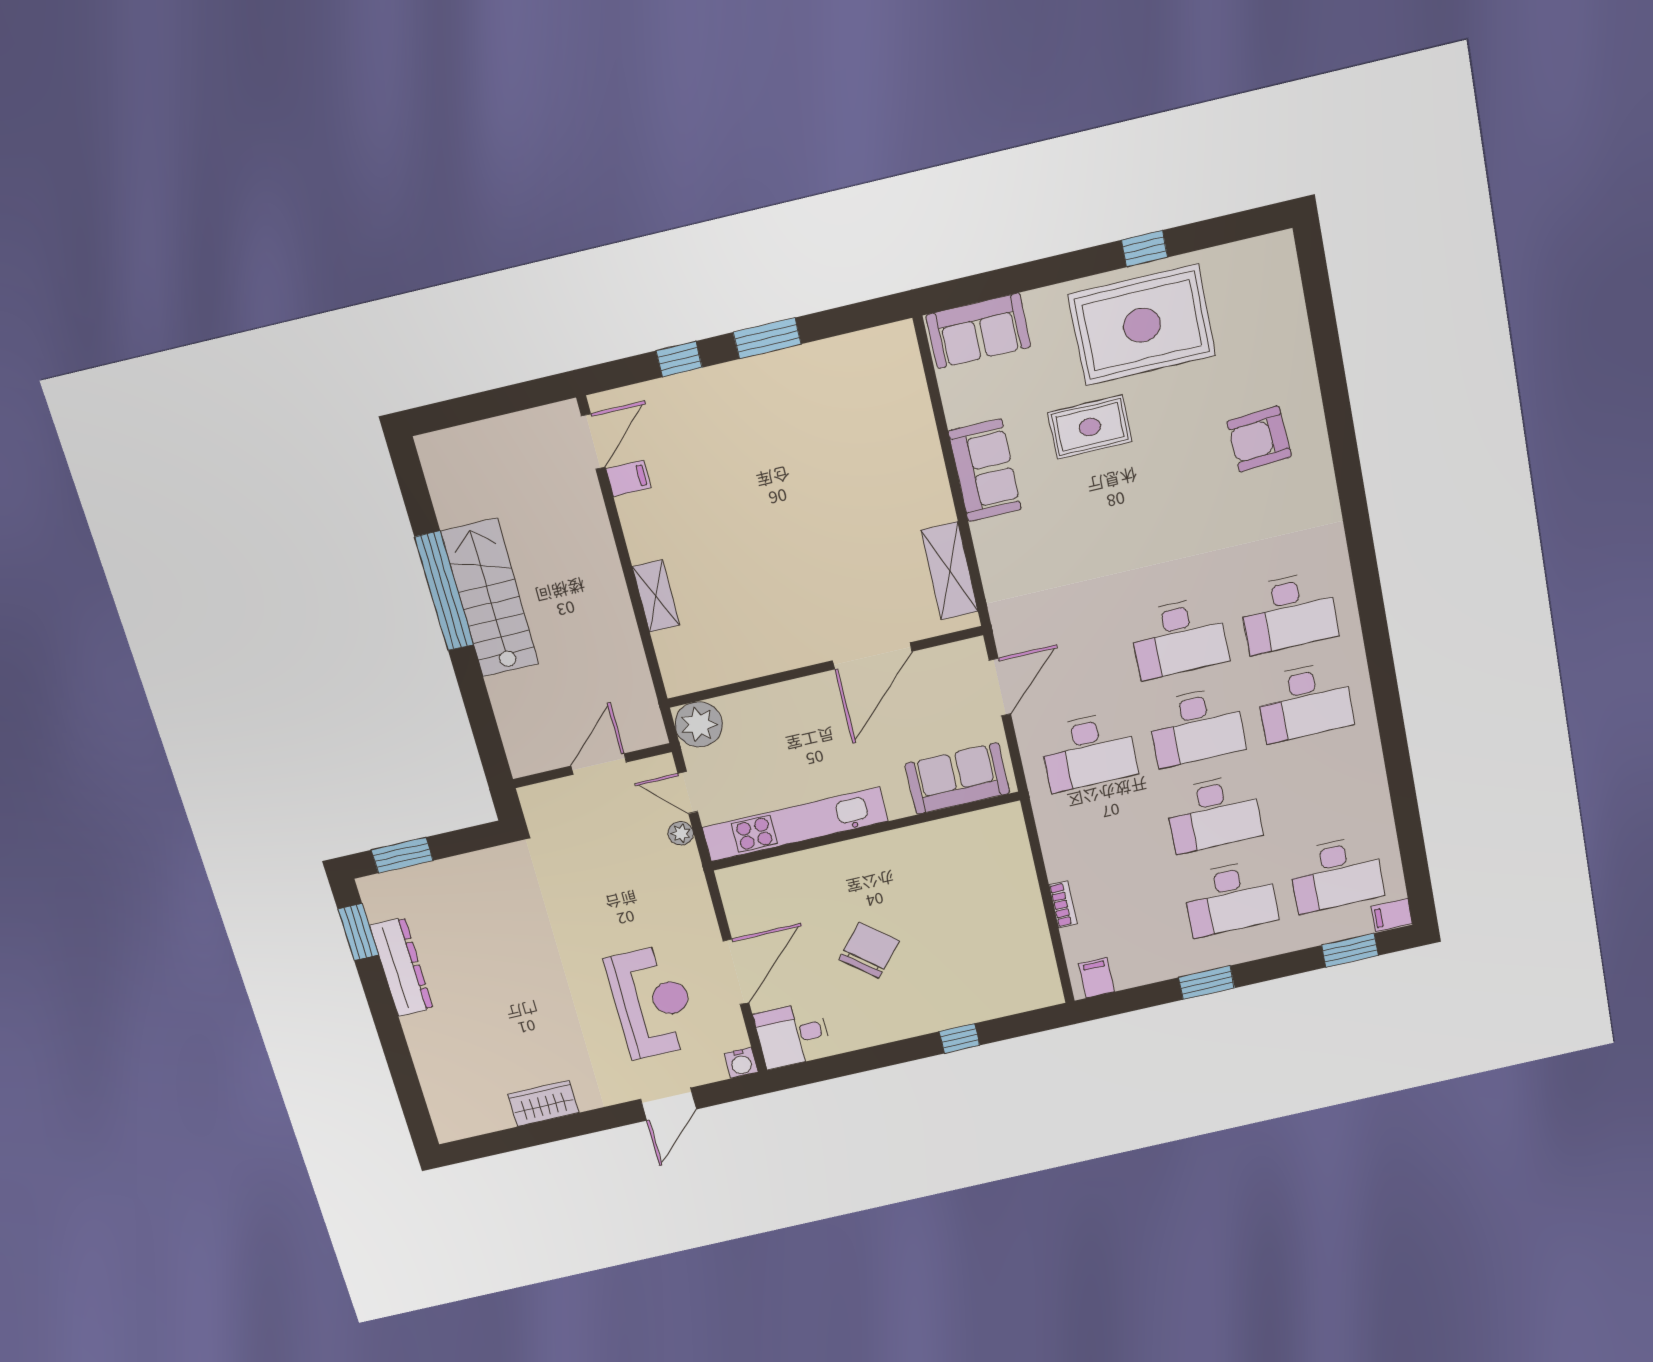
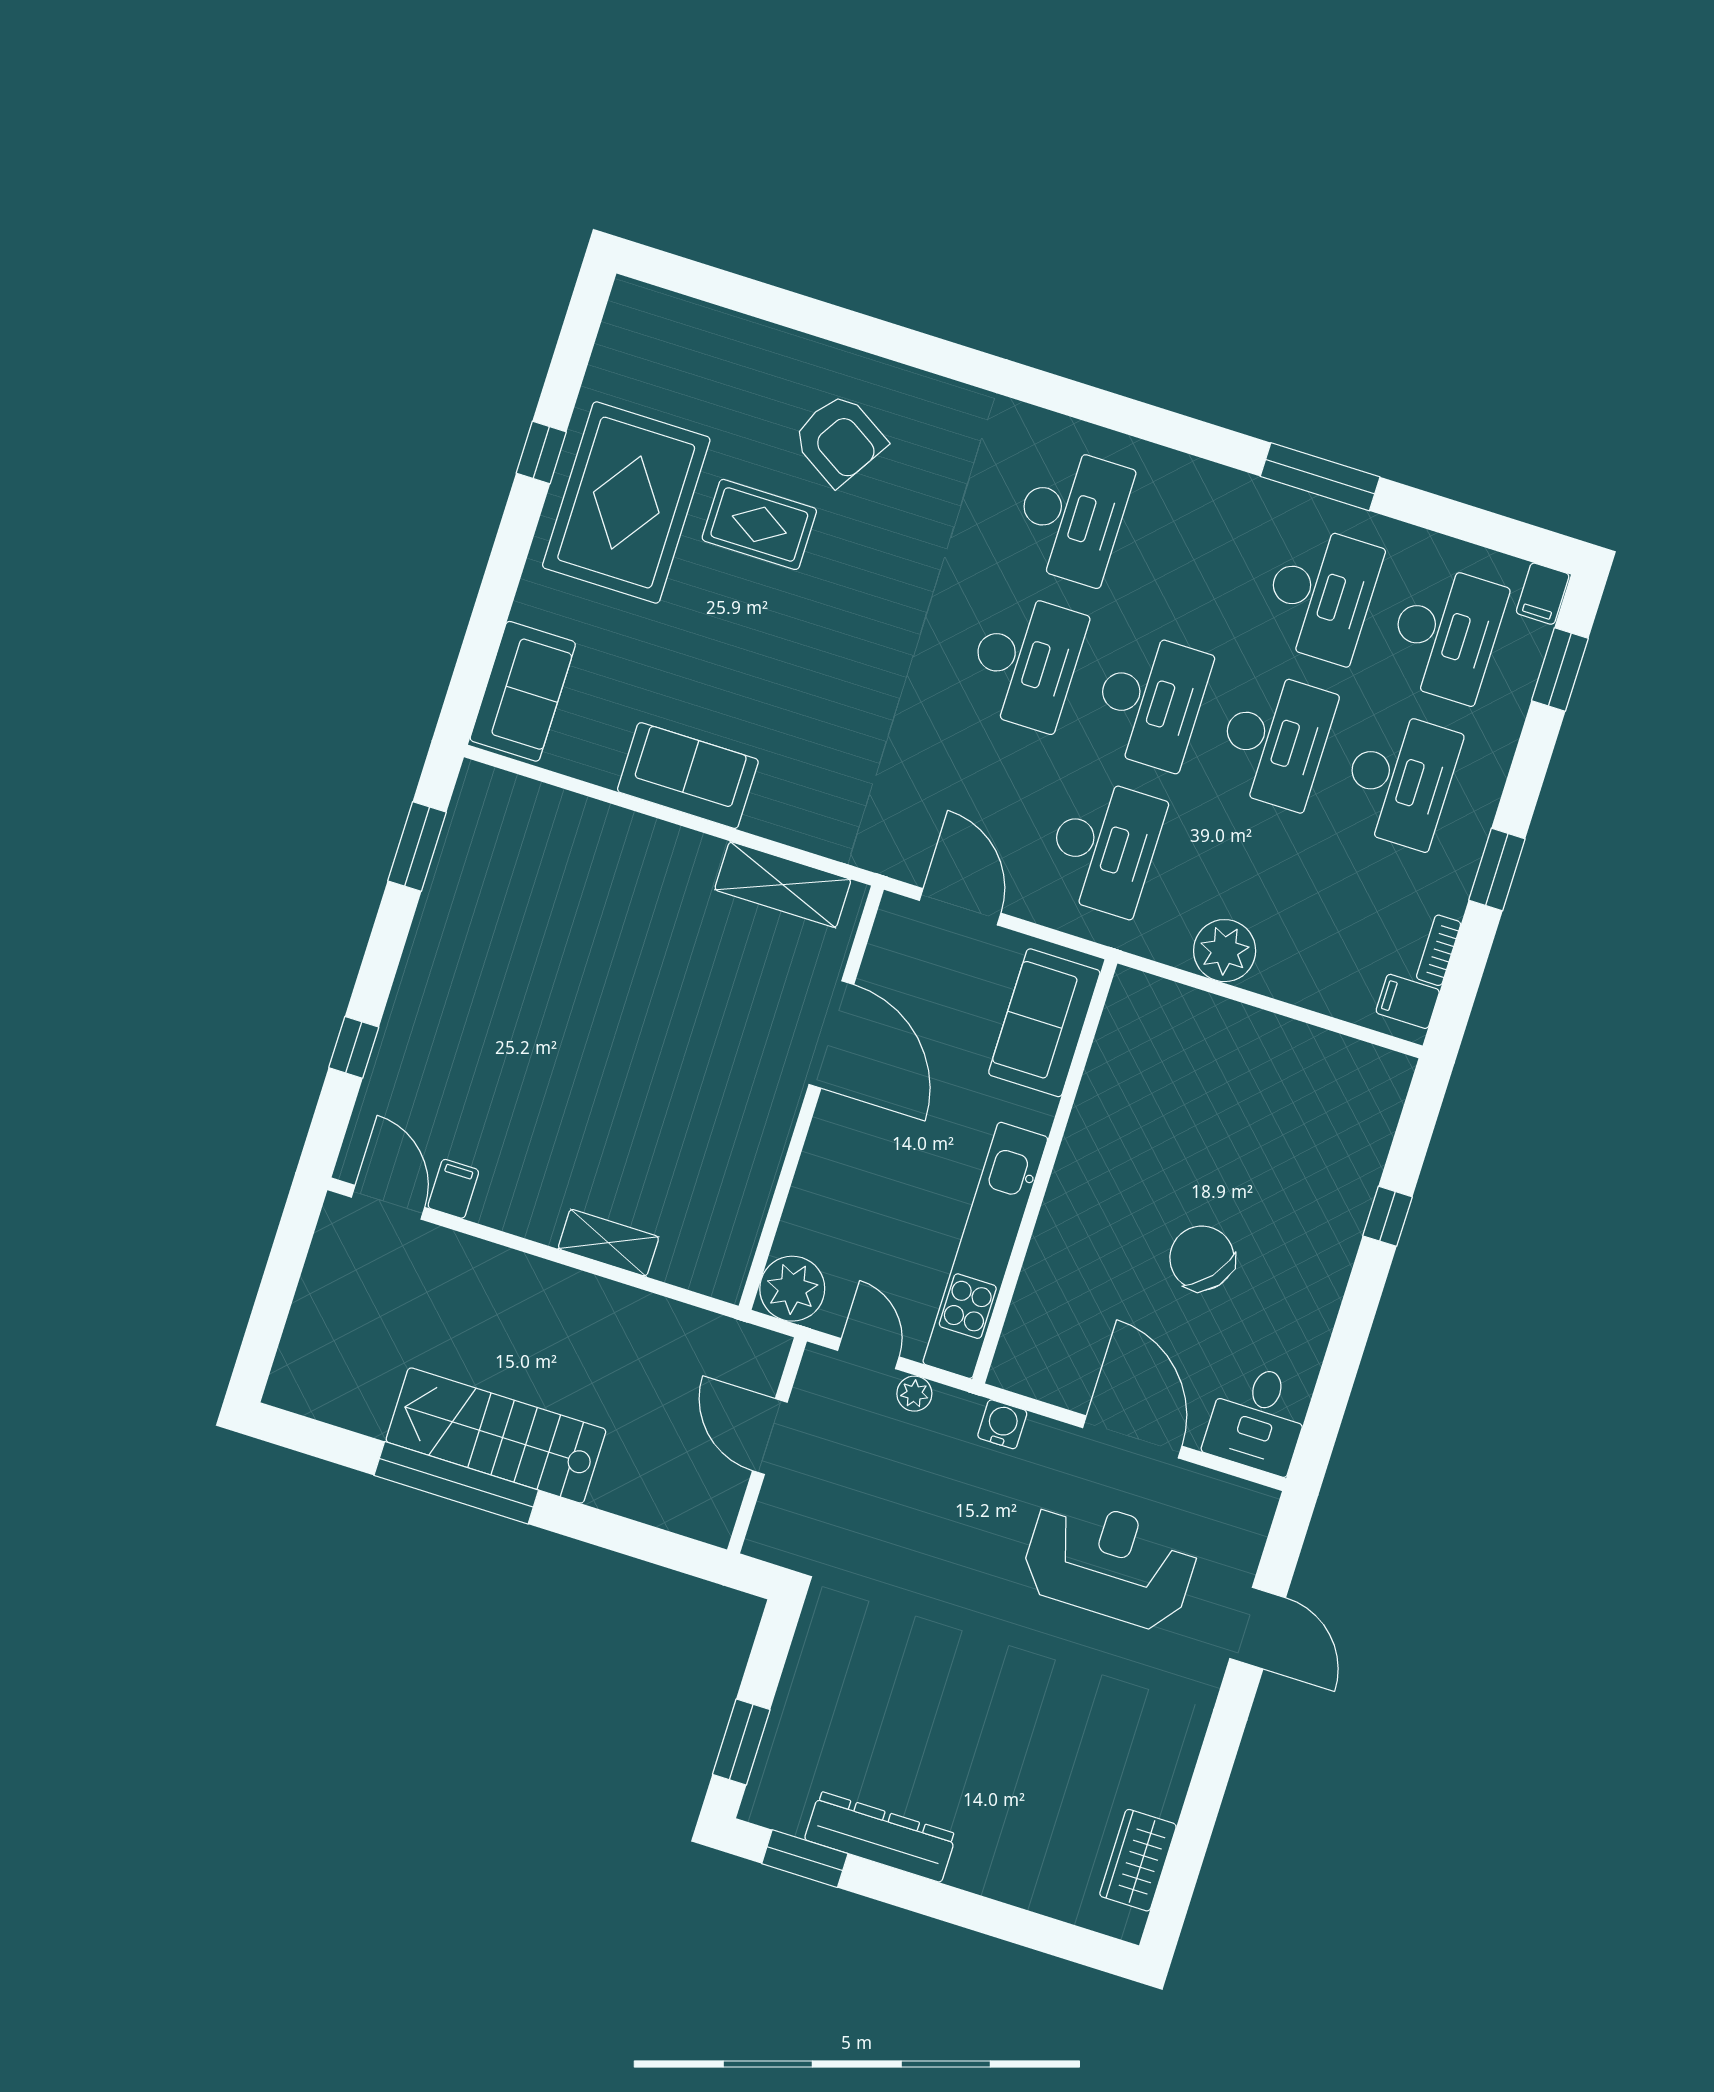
window: (767, 338) -> (417, 846), moved
rug: (1090, 427) -> (759, 524), moved, turned 90
armchair: (1259, 439) -> (839, 440), turned -54
desk: (1305, 702) -> (1321, 594), moved
window: (1395, 747) -> (1320, 477), added
door: (688, 793) -> (868, 1354), swing flipped
plant: (1065, 858) -> (1225, 951), added
bookcase: (1063, 904) -> (1439, 950), moved, turned -90
water cooler: (741, 1063) -> (1002, 1424), moved, turned -90
wardrobe: (543, 1103) -> (1138, 1860), moved

